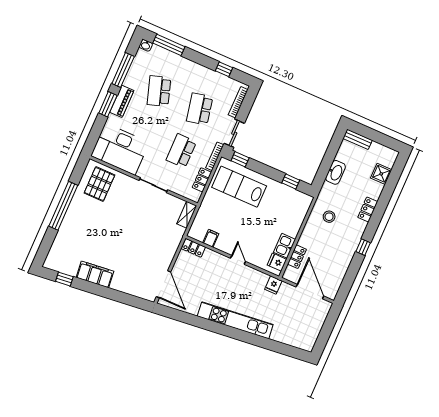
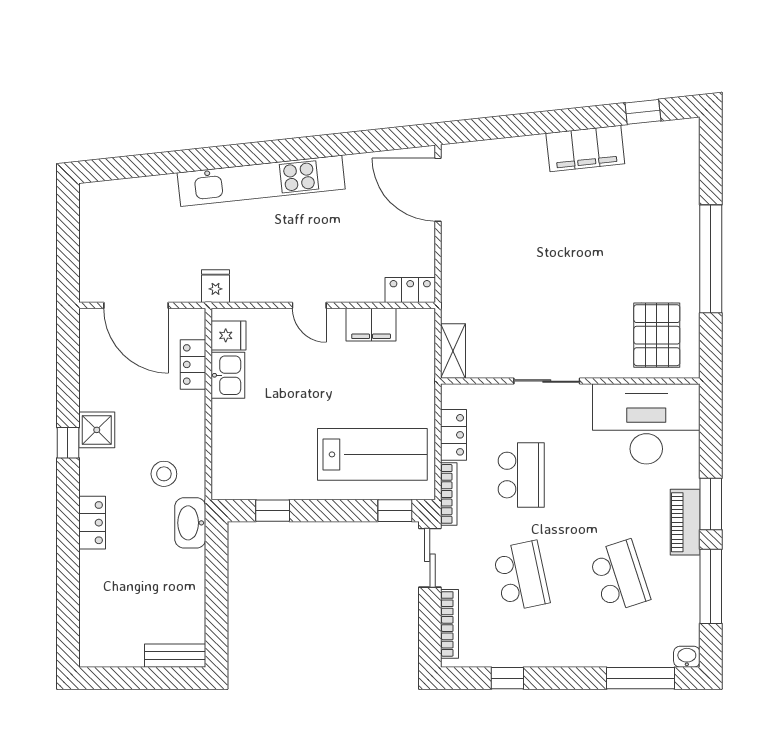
washbasin: (336, 172) -> (190, 523), moved
shower: (381, 174) -> (97, 430), moved
filing cabinet: (211, 238) -> (371, 325), width x2.00

